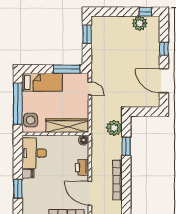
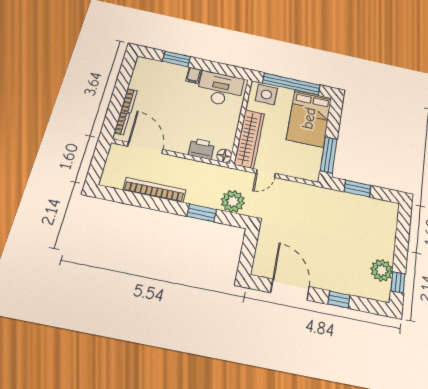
window: (87, 34) -> (357, 189), moved
door: (164, 81) -> (290, 290), hinge flipped
bed: (42, 82) -> (309, 118), width x1.50
door: (90, 89) -> (266, 173), moved
printer: (82, 167) -> (201, 149), moved
door: (90, 193) -> (145, 148), hinge flipped

